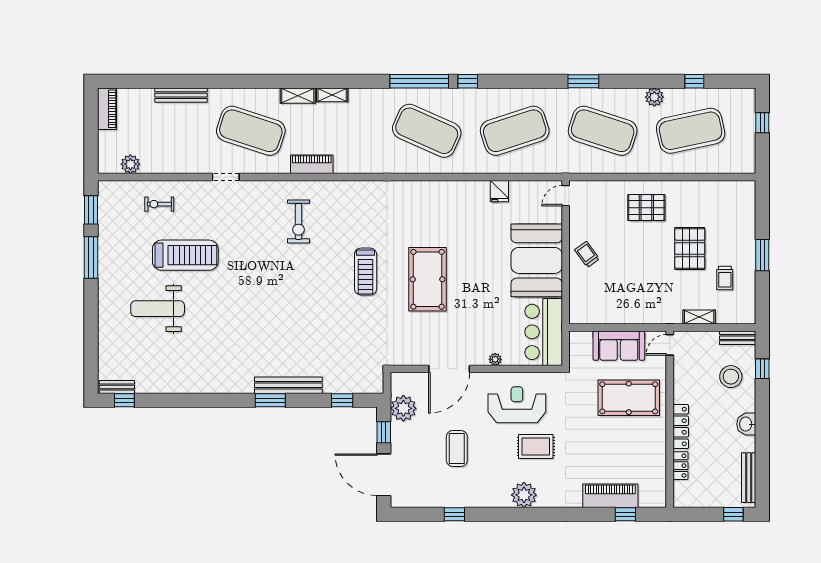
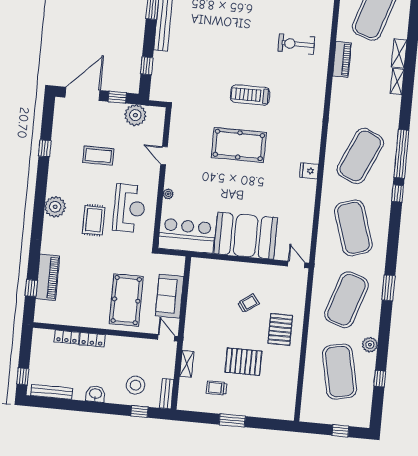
fridge: (499, 191) -> (309, 171), moved
trolley: (587, 254) -> (248, 303), moved
door: (449, 369) -> (164, 156), width x0.53
locker: (681, 426) -> (92, 340), width x0.66

